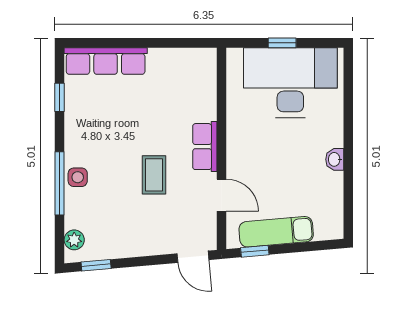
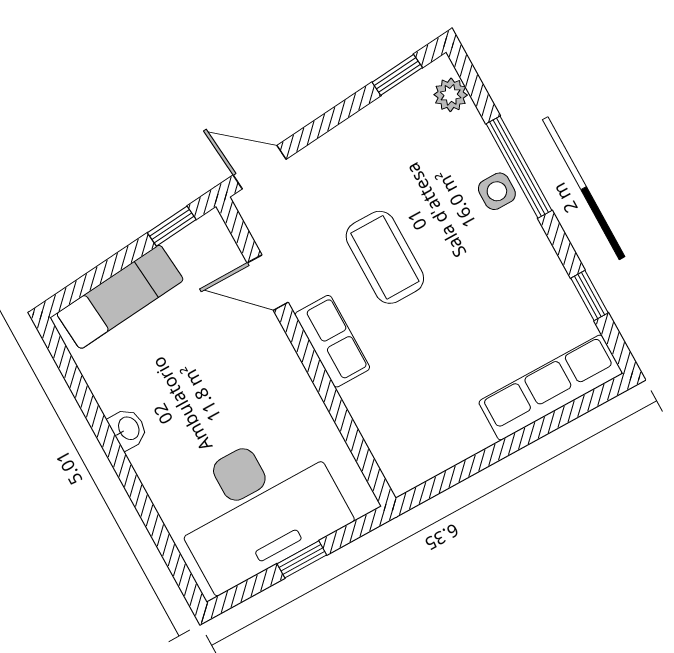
coffee table: (154, 175) -> (385, 257), width x1.36, depth x1.30
exam couch: (276, 232) -> (120, 297), moved

